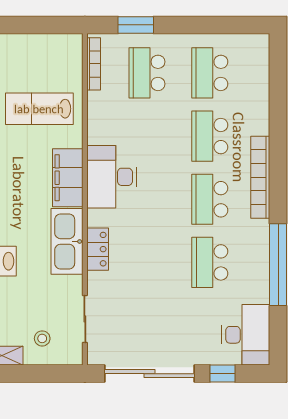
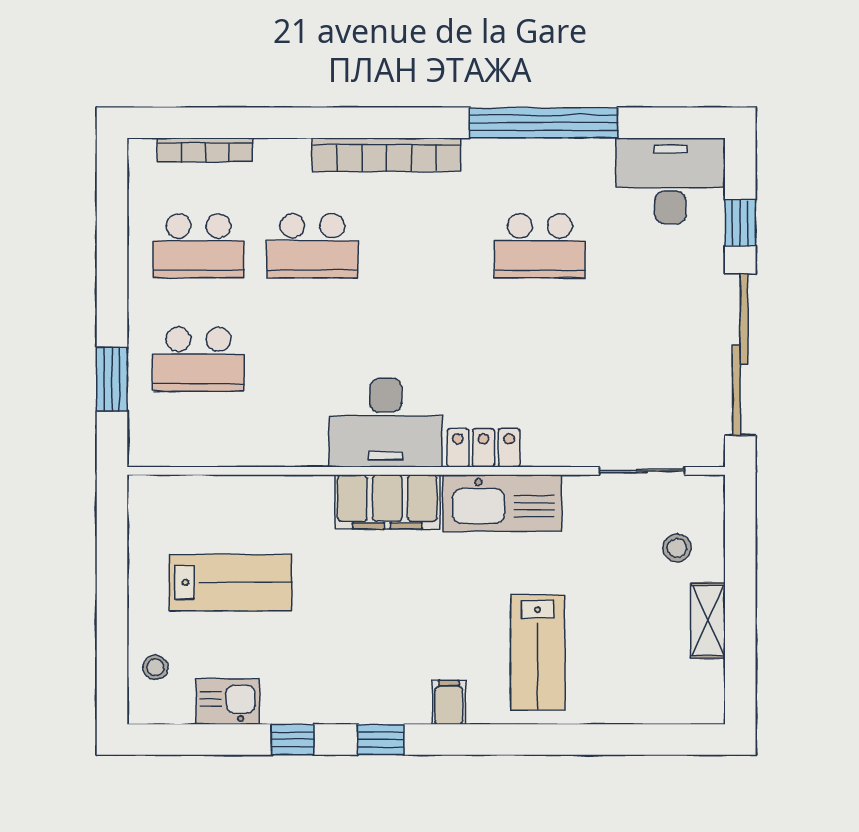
bookcase: (94, 64) -> (205, 150), moved, turned 180
lab bench: (39, 109) -> (231, 583), moved, turned -90
school desk: (210, 199) -> (426, 246), removed
locker: (98, 249) -> (484, 448), moved

